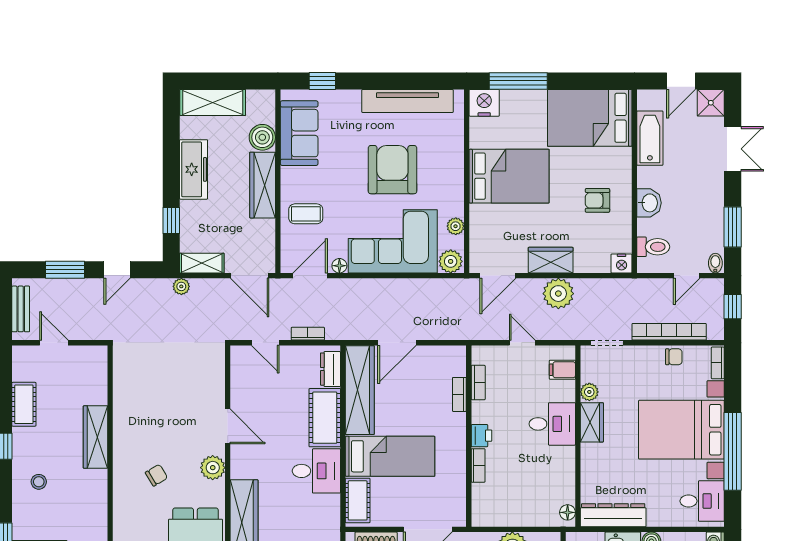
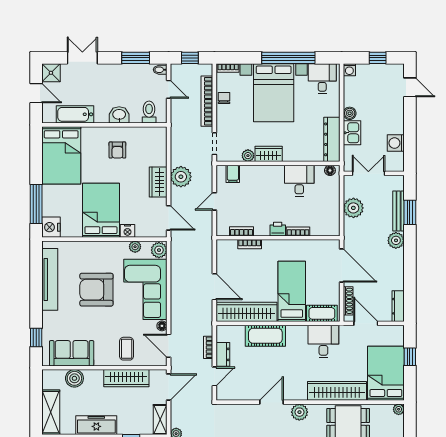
wardrobe: (263, 185) -> (126, 378), moved
nightstand: (622, 264) -> (127, 231), moved, turned 90
dresser: (330, 369) -> (223, 354), moved, turned -90
desk: (552, 424) -> (299, 181), moved
desk: (316, 471) -> (323, 342), moved

